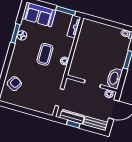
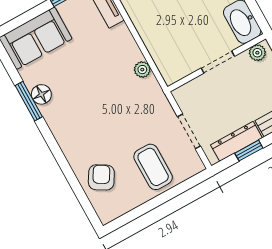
coffee table: (45, 54) -> (153, 167), moved

